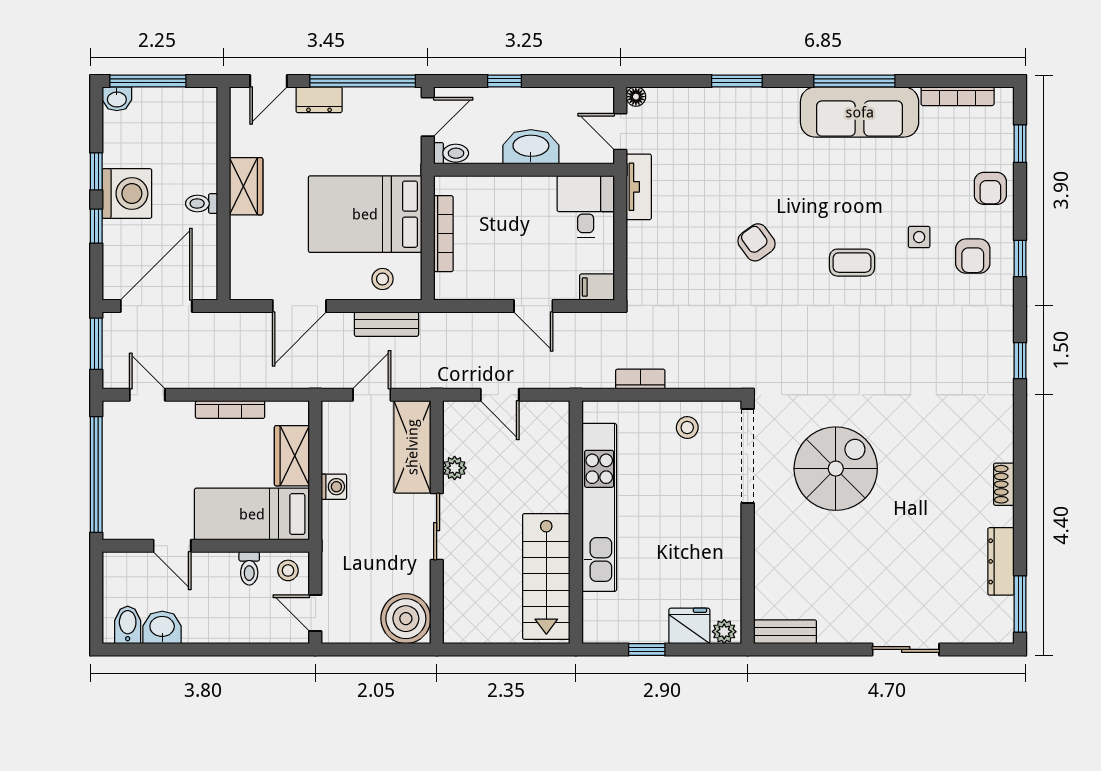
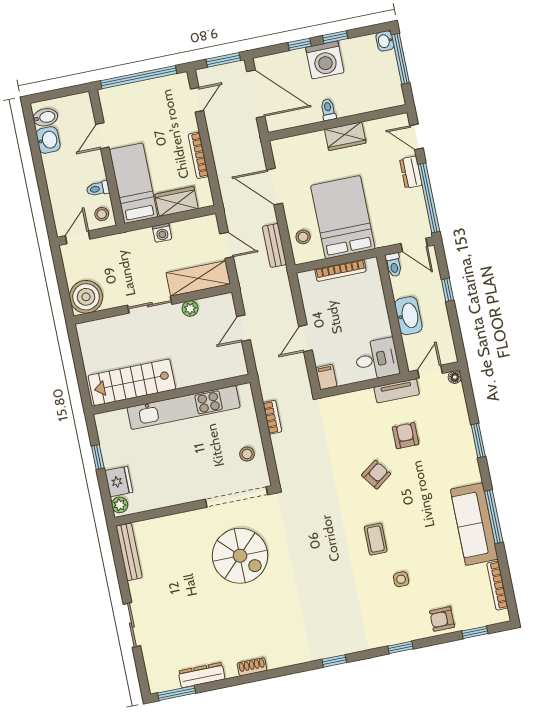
armchair: (973, 256) -> (406, 436), moved, turned 90
bench: (785, 632) -> (129, 552), width x1.36

